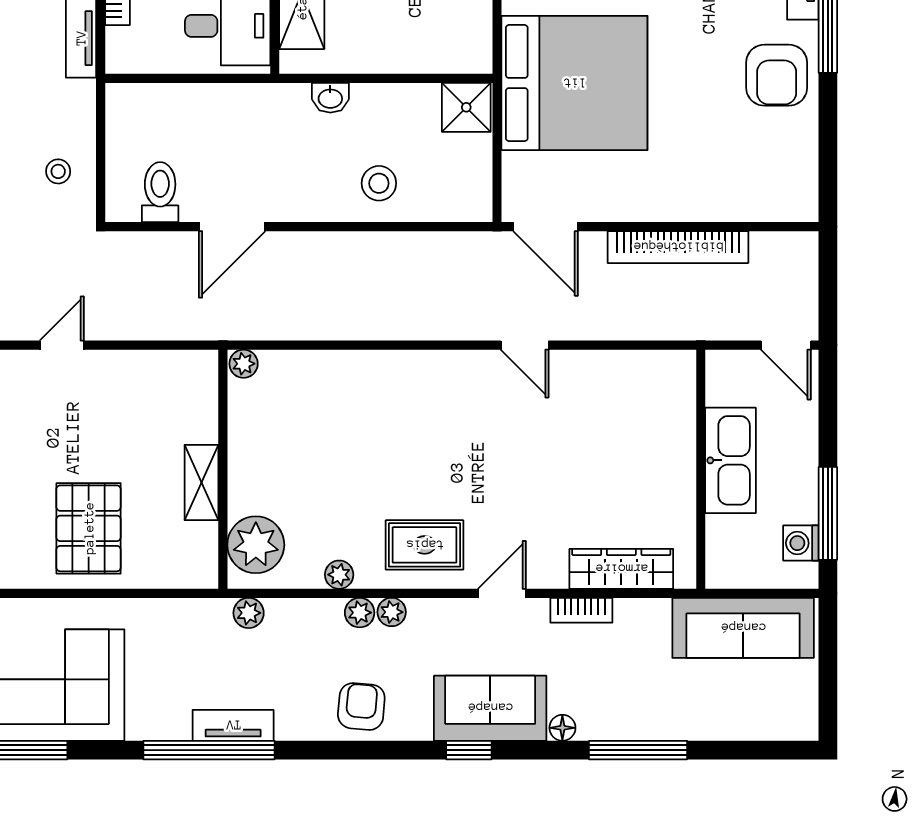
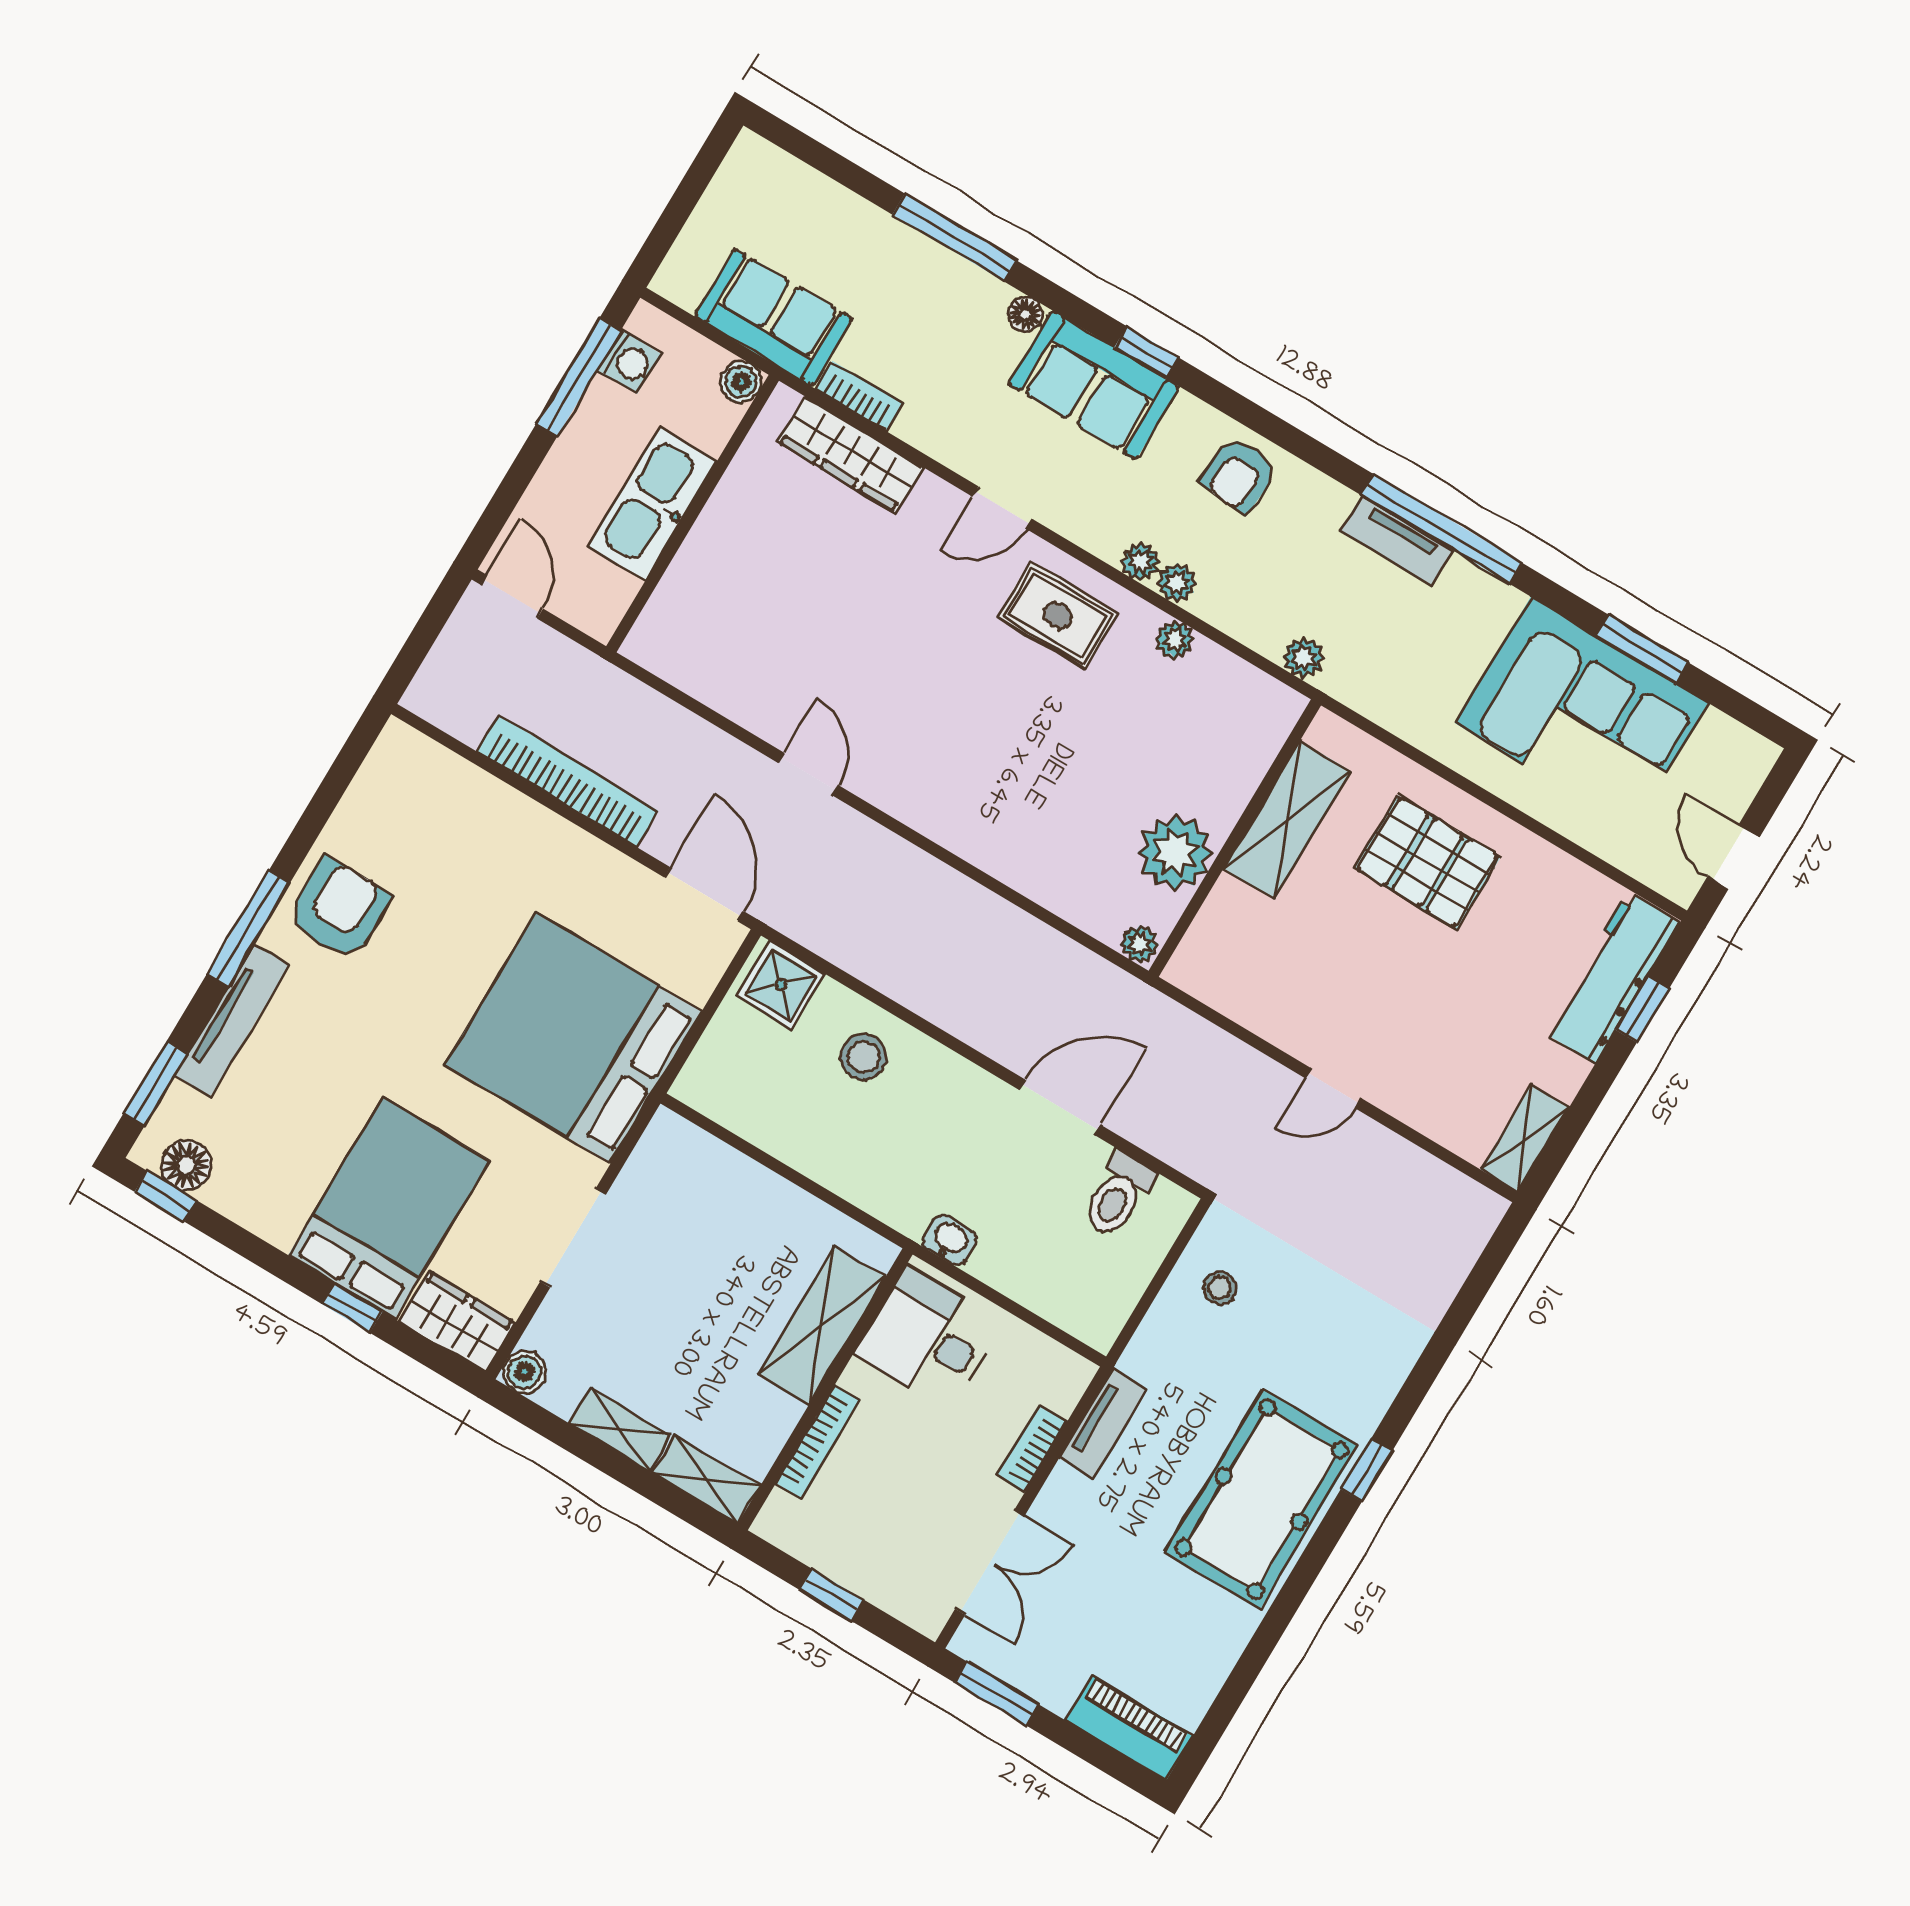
washbasin: (330, 98) -> (950, 1240), moved
shower: (466, 107) -> (781, 985), moved
shelving: (201, 483) -> (1287, 820), width x1.50, depth x1.33
pallet: (89, 528) -> (1427, 862), turned 90
plant: (256, 545) -> (1175, 853), moved
boiler: (721, 574) -> (741, 382), added
bookcase: (581, 610) -> (859, 396), moved
sofa: (743, 628) -> (774, 318), width x0.73

